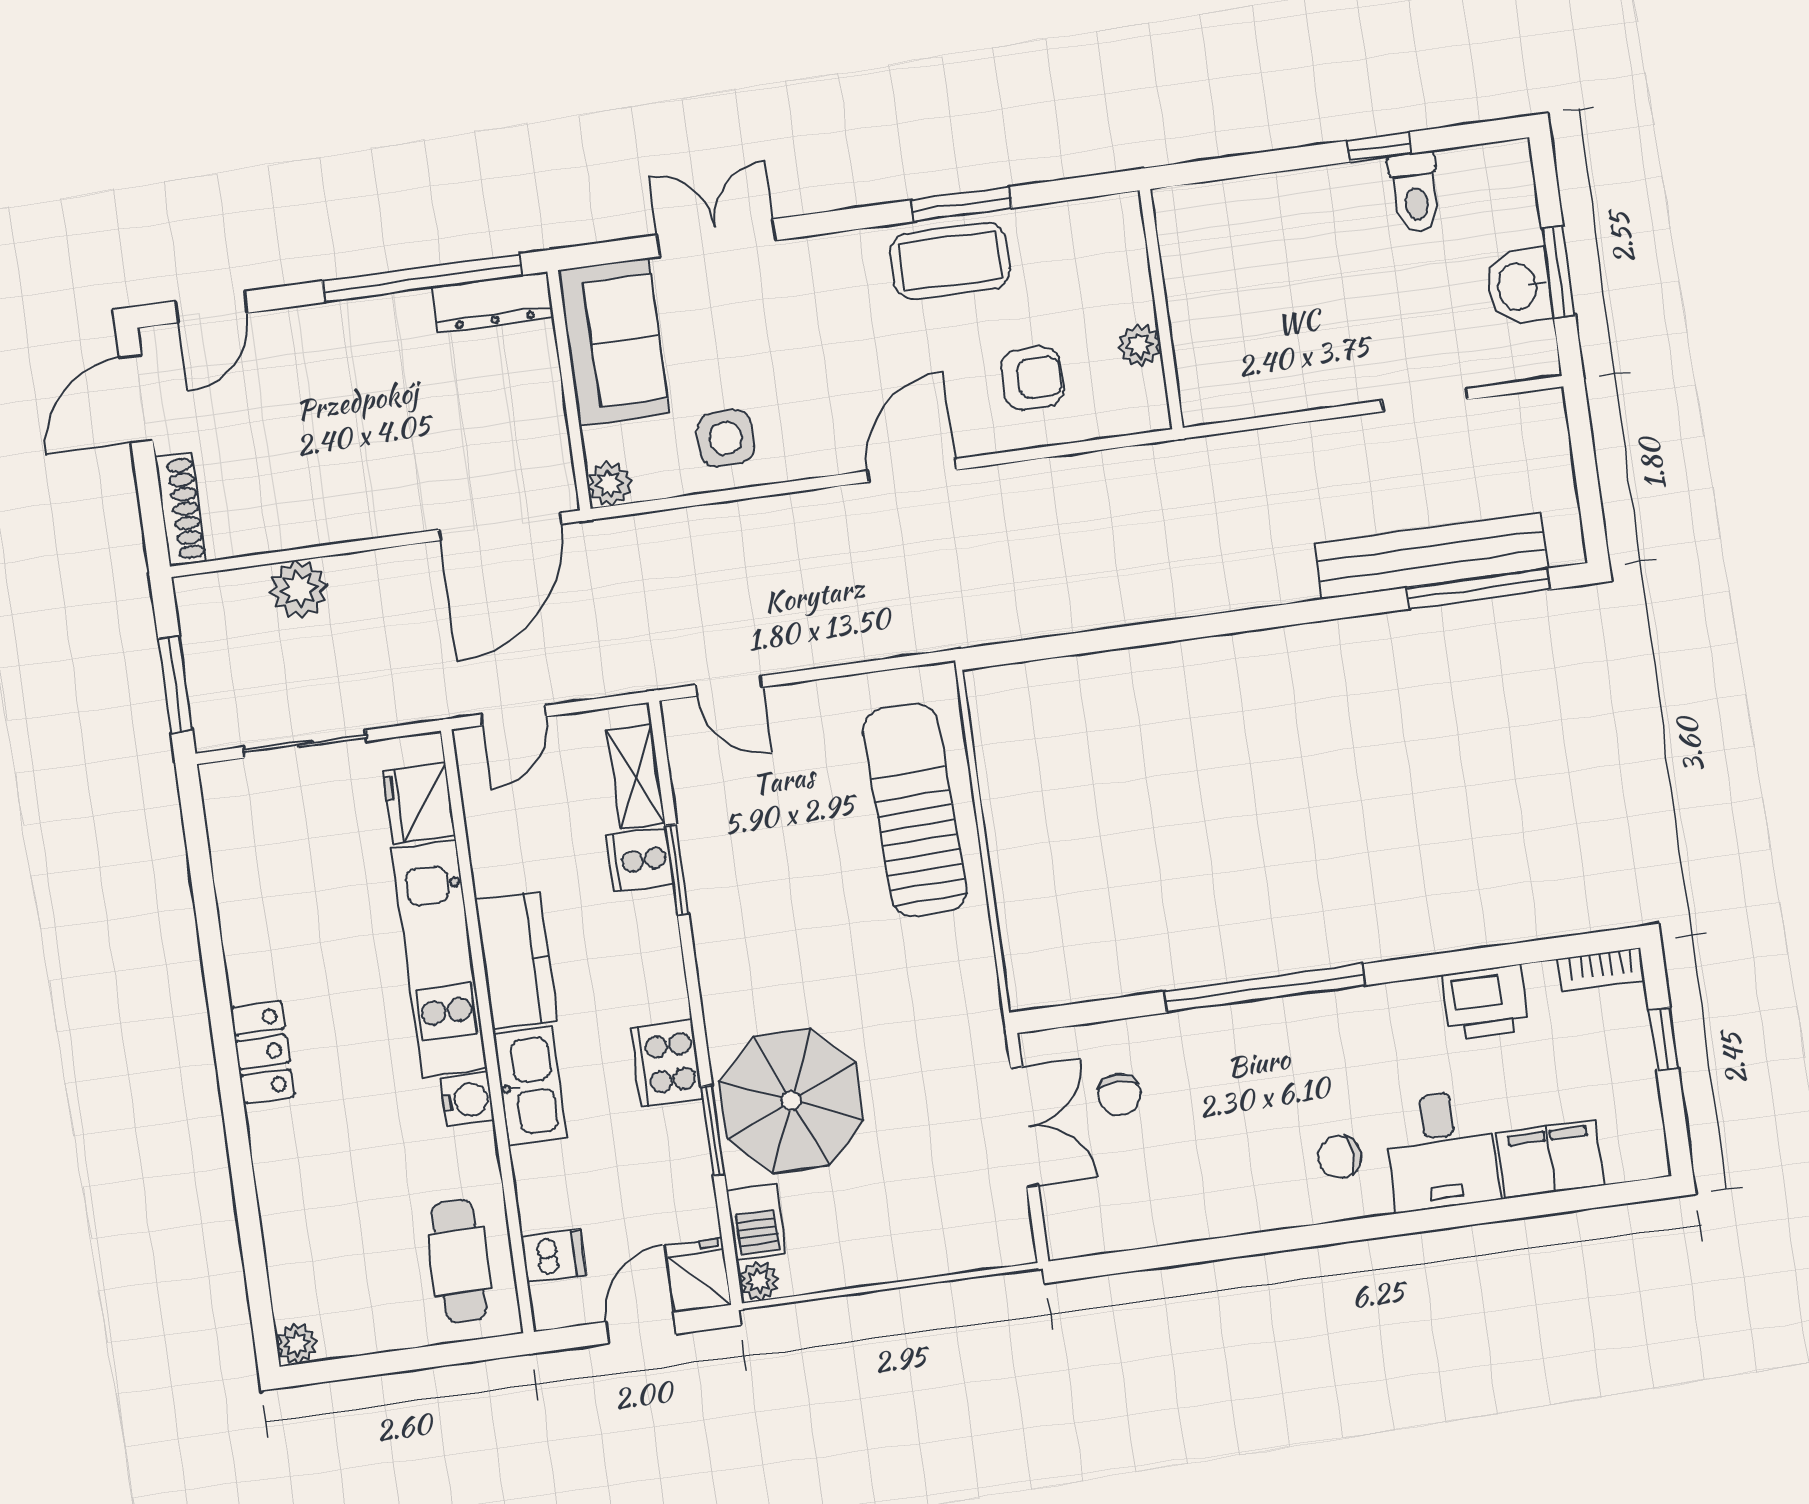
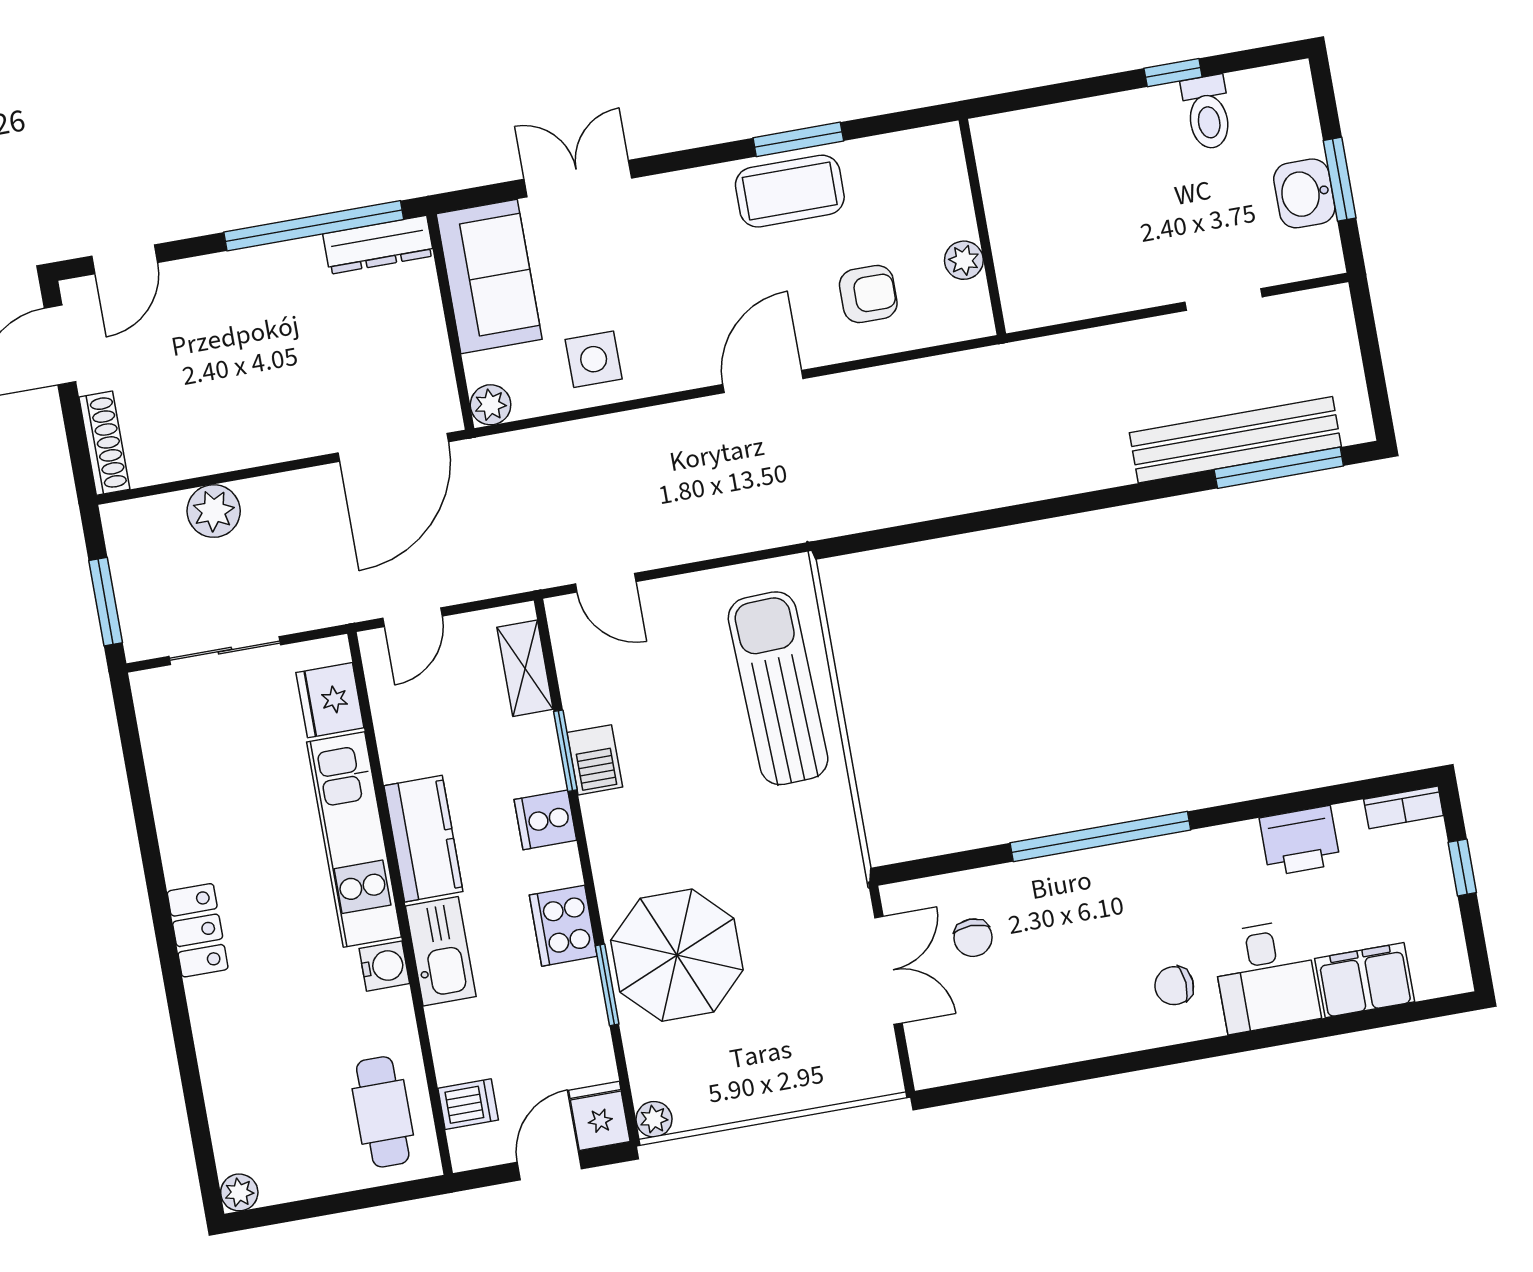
cooker: (640, 860) -> (545, 820), moved
barbecue: (756, 1222) -> (595, 760), moved

